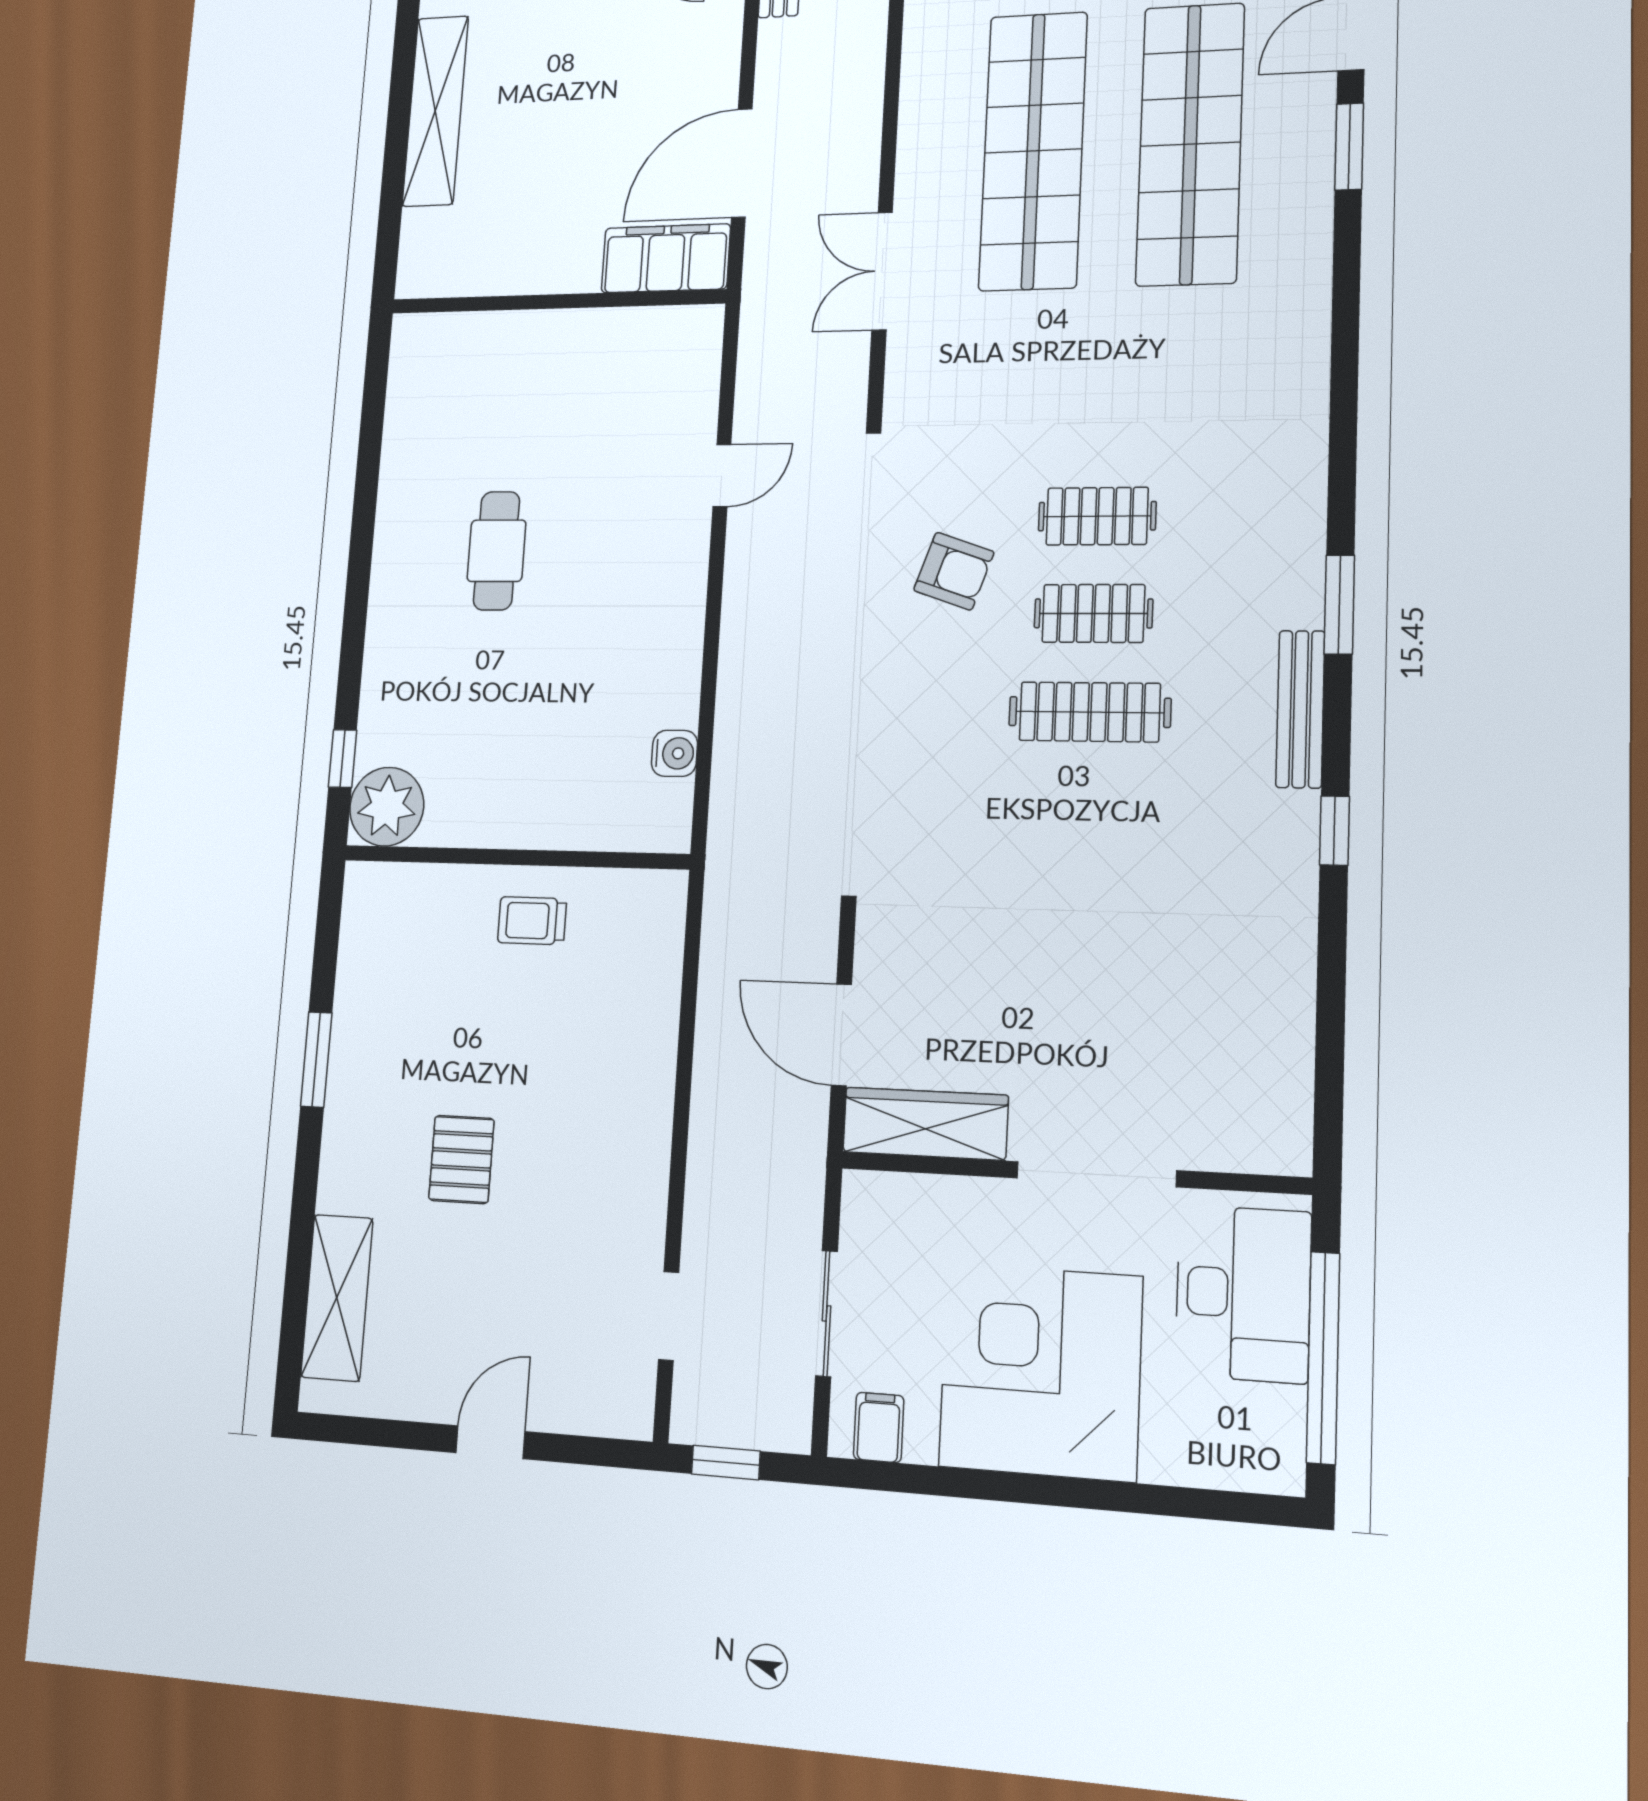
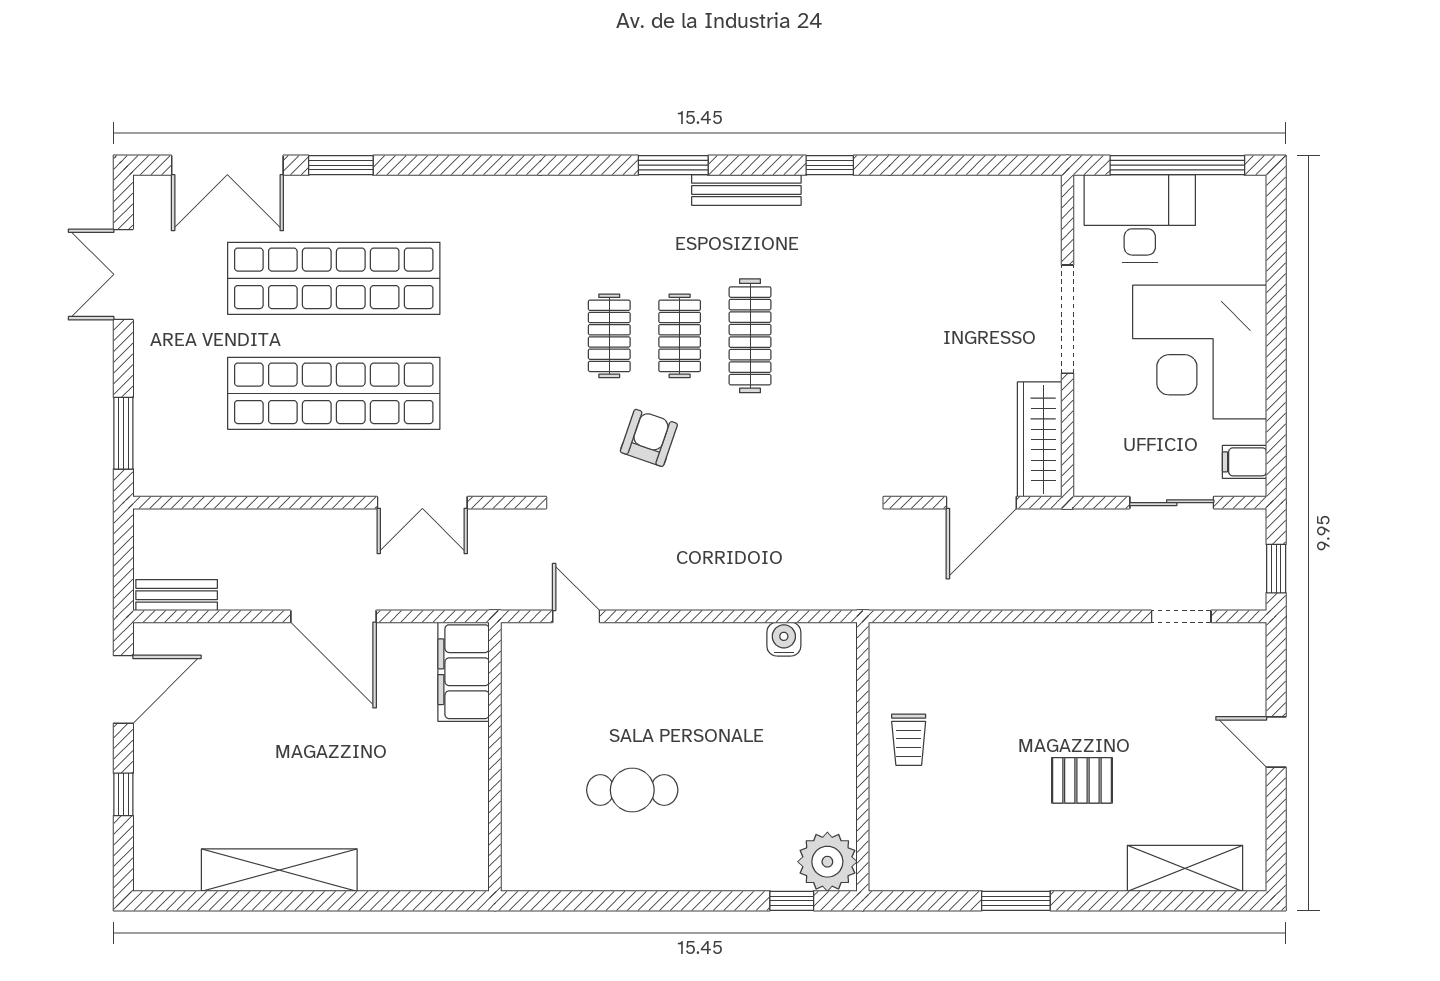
filing cabinet: (666, 258) -> (464, 672), moved
wall: (557, 301) -> (495, 757), moved

